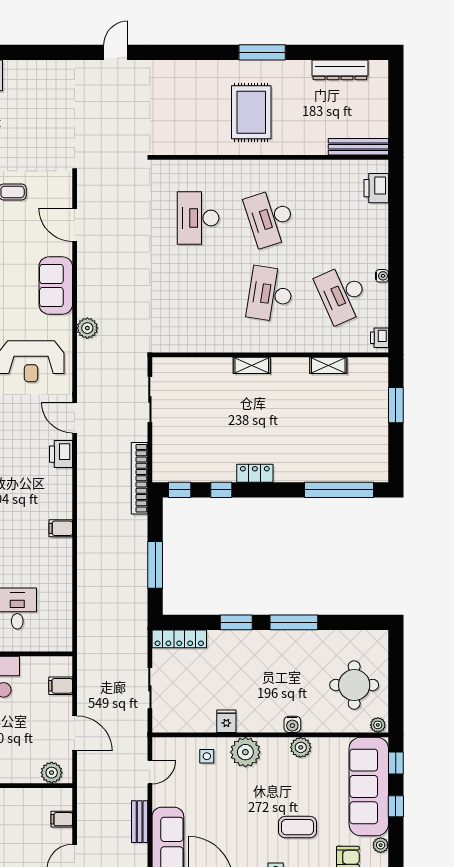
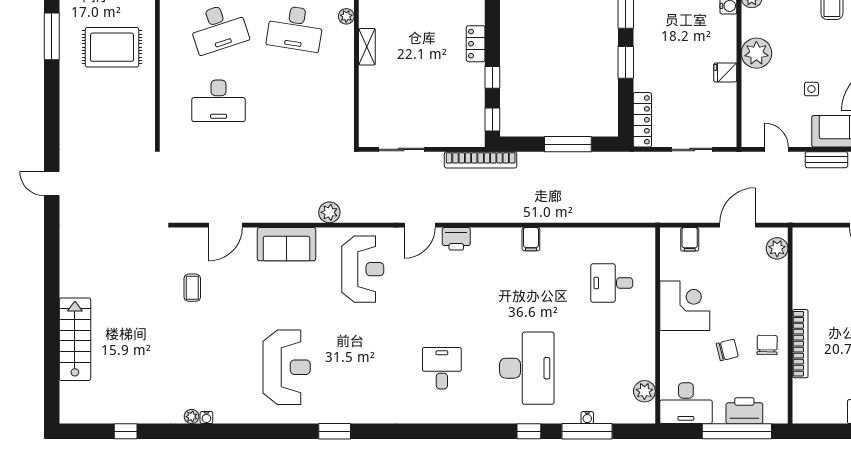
plant: (282, 345) -> (346, 16), added
side table: (207, 756) -> (811, 89), moved
filing cabinet: (62, 819) -> (824, 238), removed

